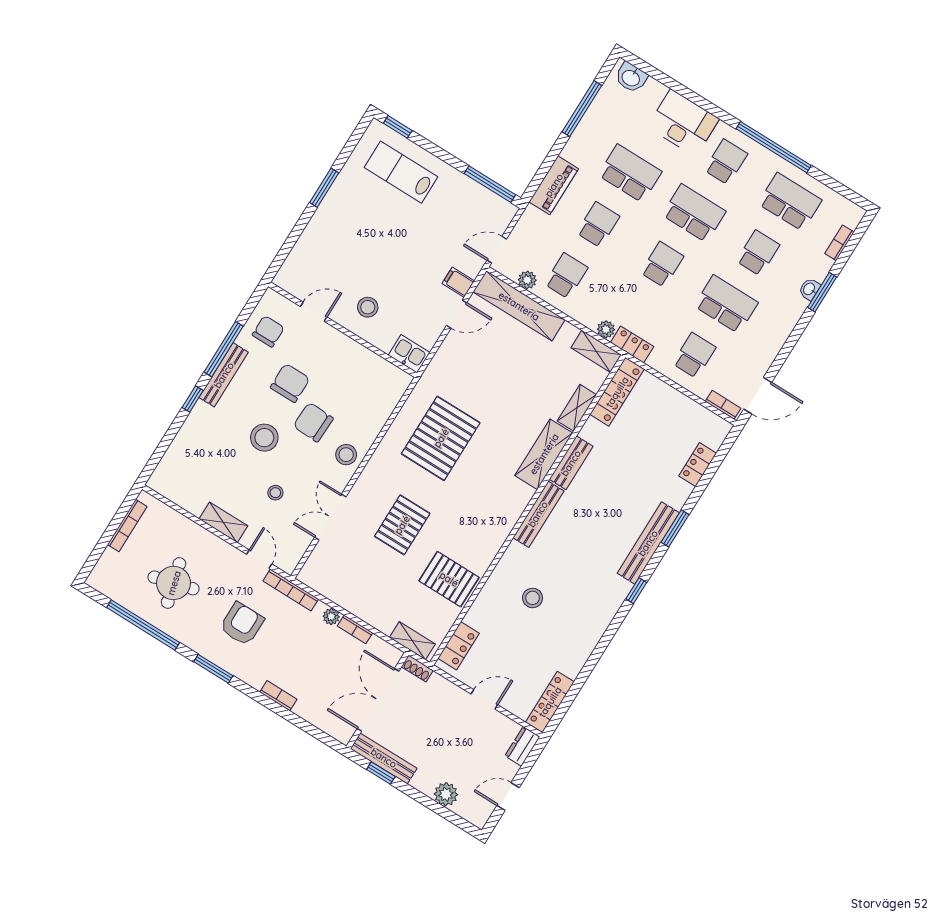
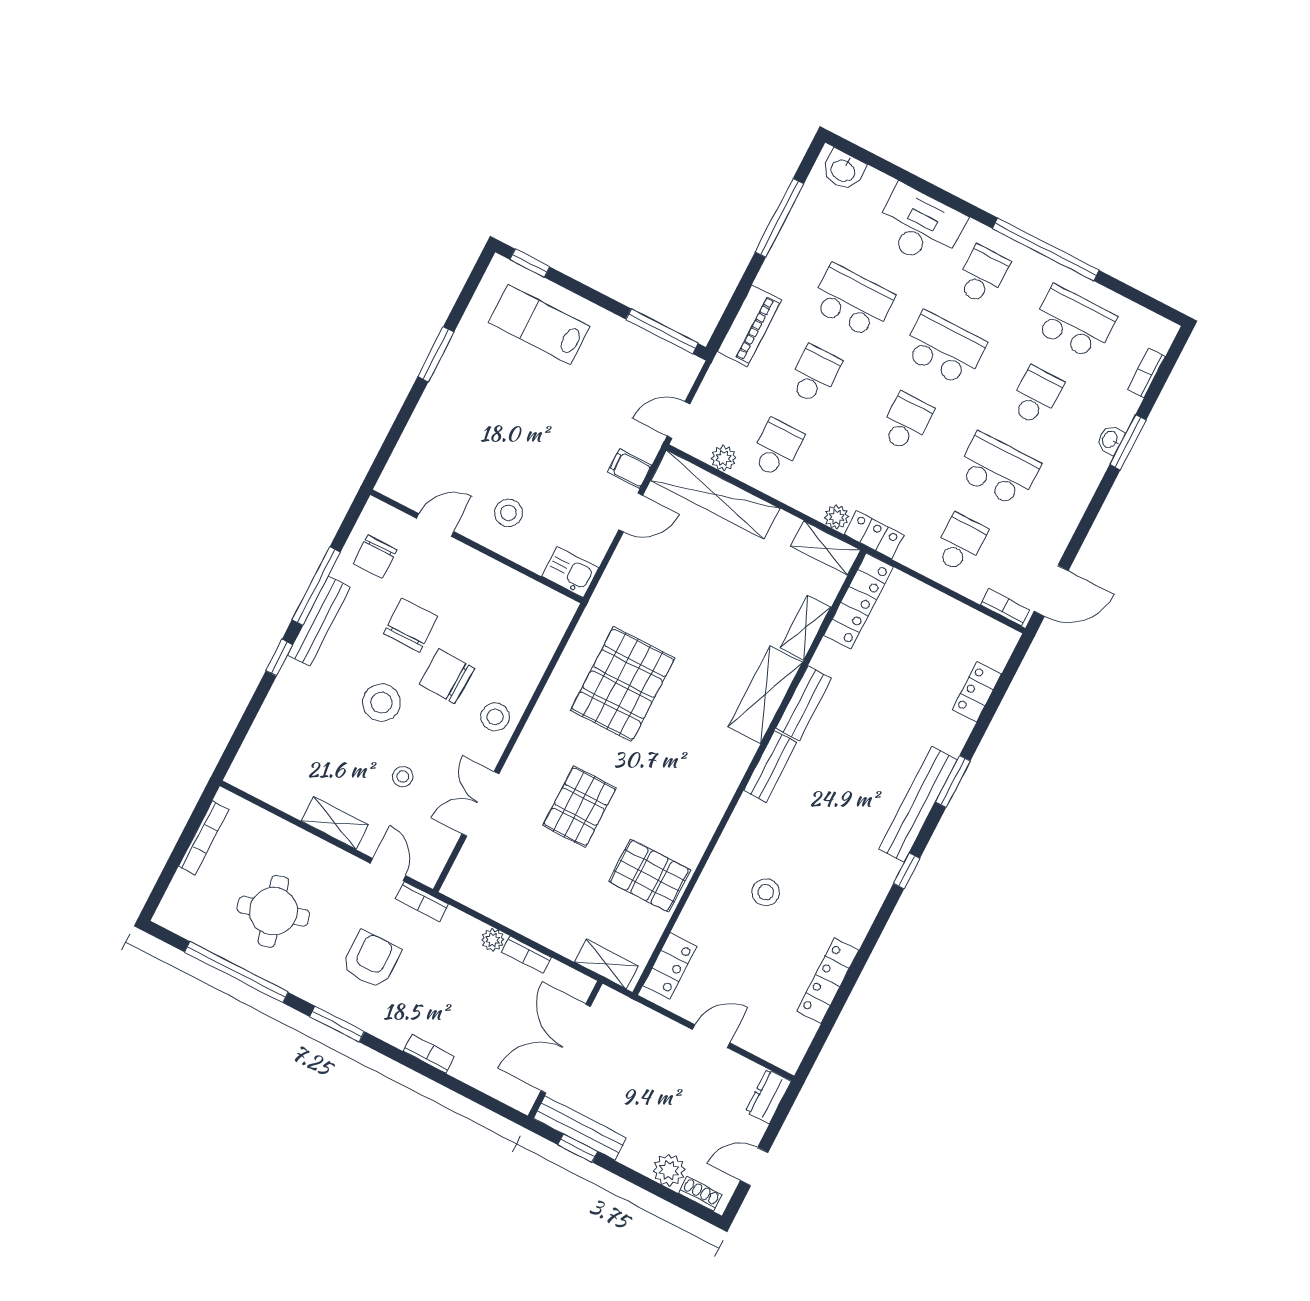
chair: (268, 331) -> (375, 557), turned 180
bench: (538, 514) -> (770, 766), width x0.73
bookcase: (291, 590) -> (422, 901), width x0.64
shoe rack: (417, 668) -> (700, 1194), moved, turned 180
locker: (550, 702) -> (828, 981), moved

